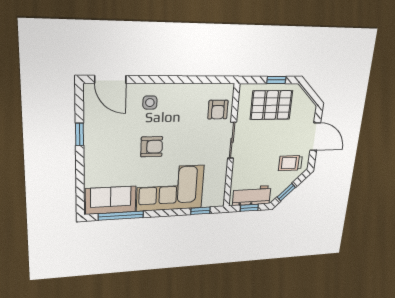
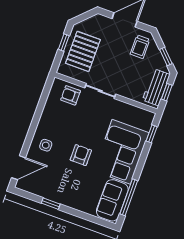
armchair: (218, 110) -> (71, 95), turned 180

